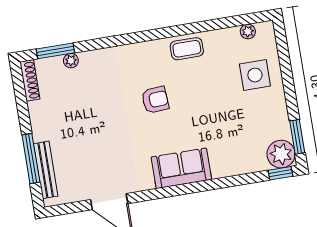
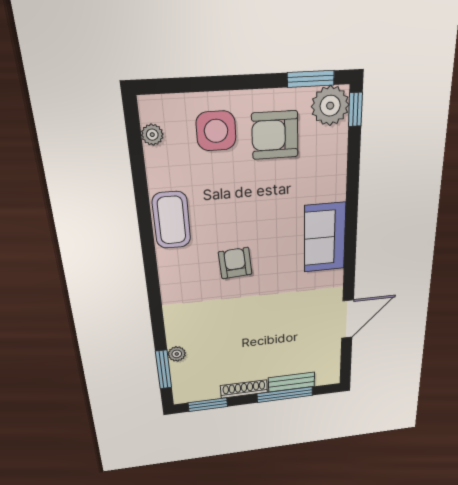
coffee table: (187, 49) -> (172, 220), width x1.36, depth x1.30
shoe rack: (30, 80) -> (244, 389), moved
window: (20, 91) -> (208, 405), added
armchair: (256, 117) -> (275, 135), added
bench: (46, 170) -> (291, 382), width x0.73

